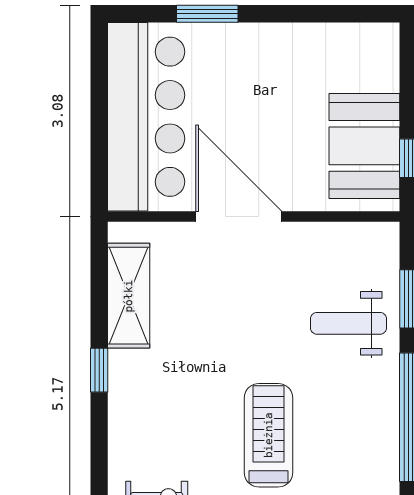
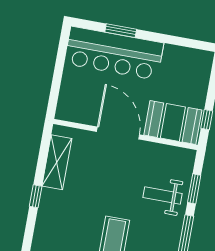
bar counter: (146, 117) -> (114, 53), moved, turned 90
booth: (364, 146) -> (173, 122), moved, turned 90

